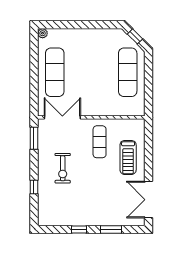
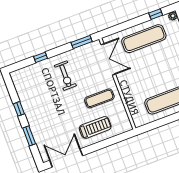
window: (34, 50) -> (156, 14), added
treadmill: (128, 157) -> (95, 127), turned 180
exercise bike: (63, 168) -> (65, 76), turned -90

